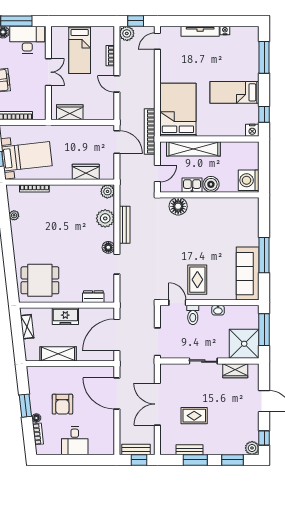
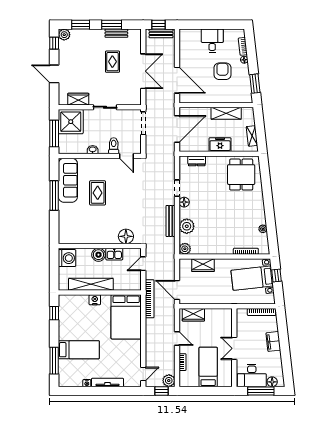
bed: (235, 92) -> (79, 350), moved
wardrobe: (70, 112) -> (193, 315), moved
nightstand: (252, 130) -> (95, 300), moved
shelving: (193, 149) -> (91, 284), moved
dining table: (40, 280) -> (241, 175), turned 90
rug: (197, 280) -> (98, 193), moved
window: (25, 406) -> (255, 84), moved
rug: (194, 416) -> (112, 62), turned 90

